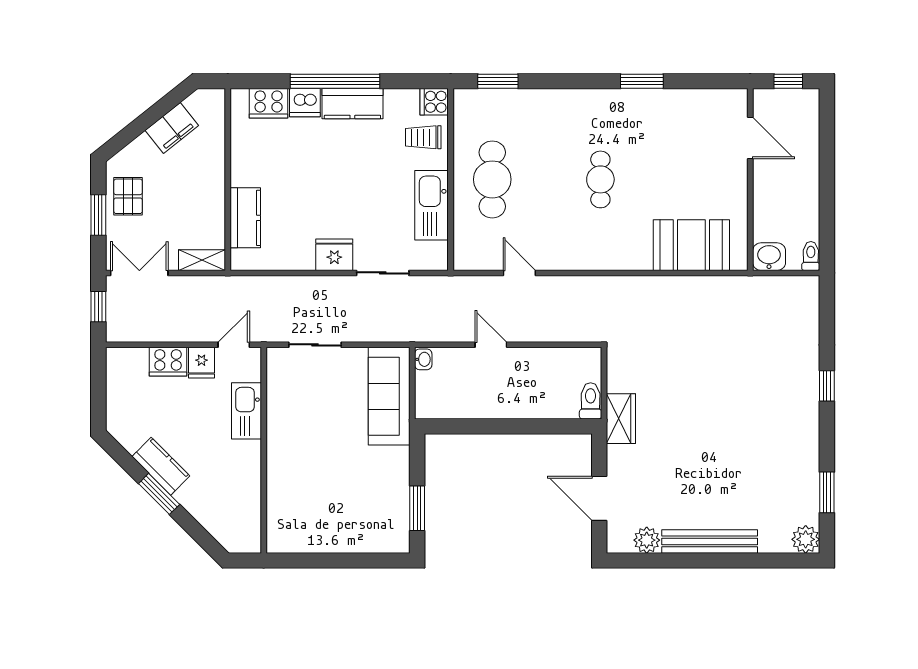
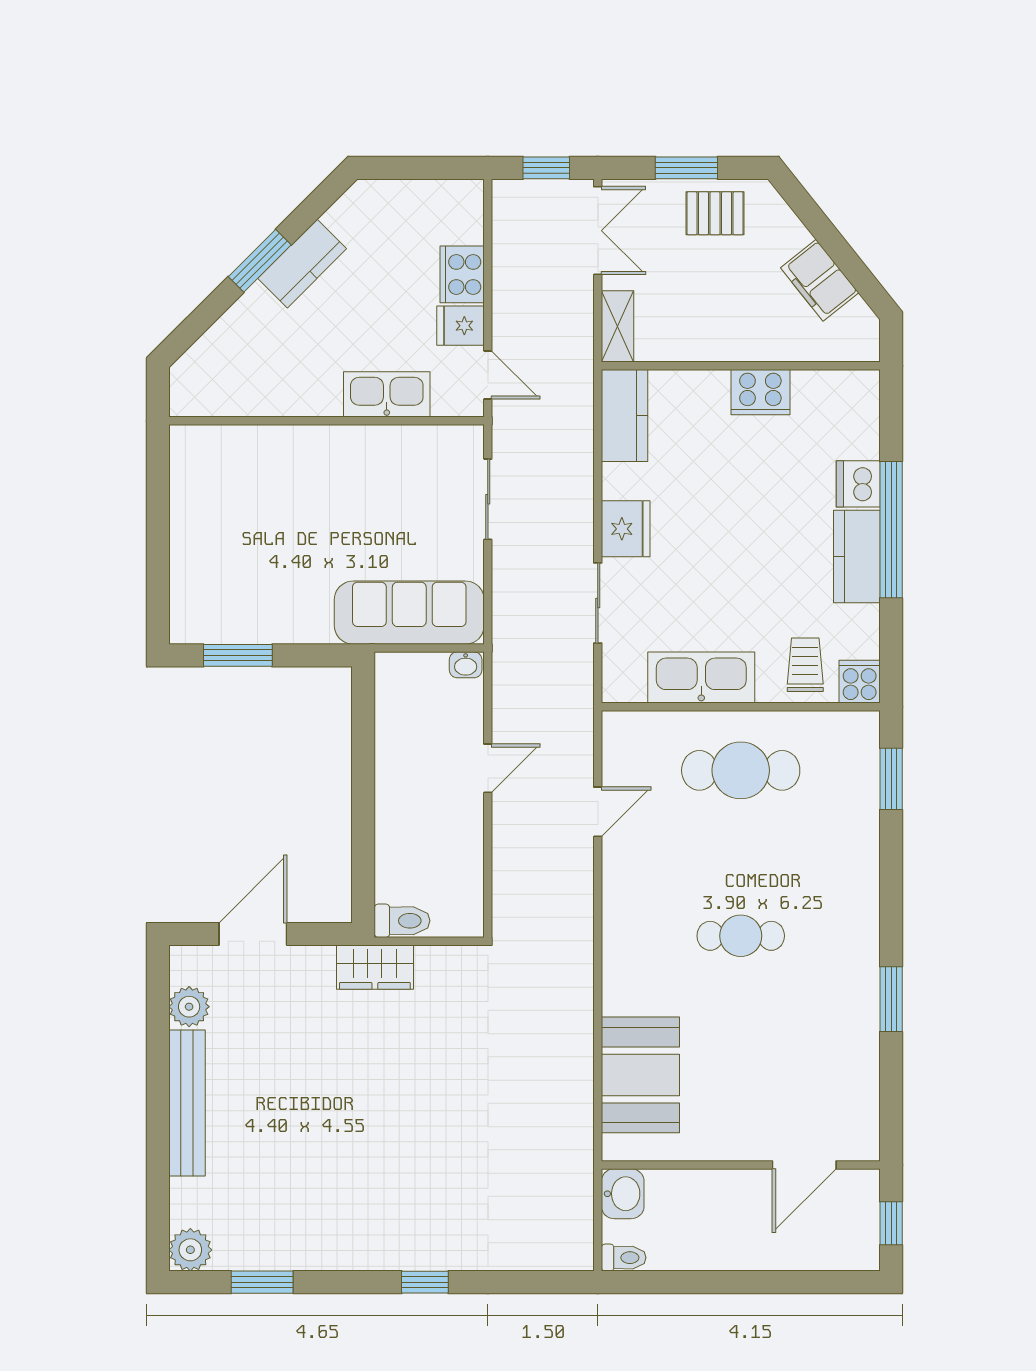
cooker: (269, 103) -> (760, 392), moved, turned -90
kitchen counter: (245, 218) -> (624, 416), moved, turned -90

